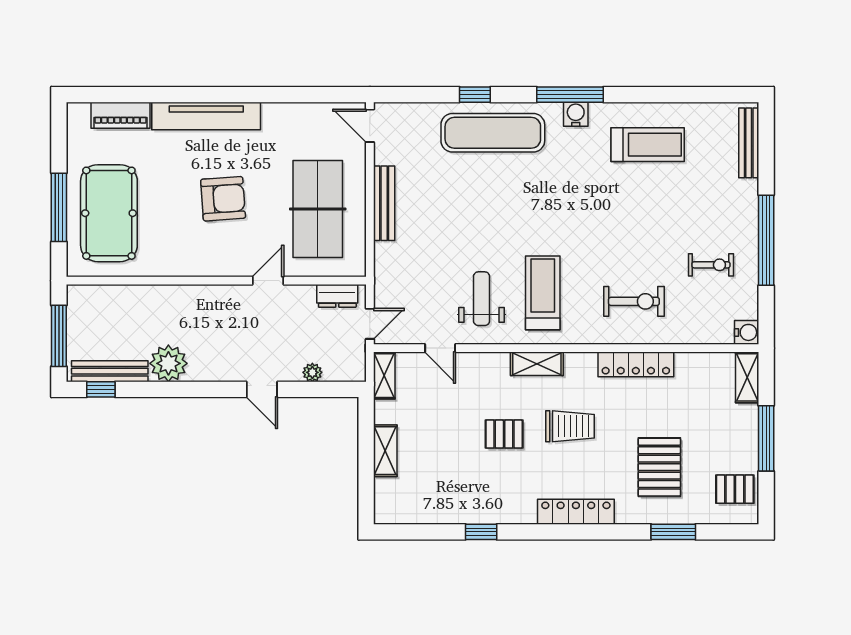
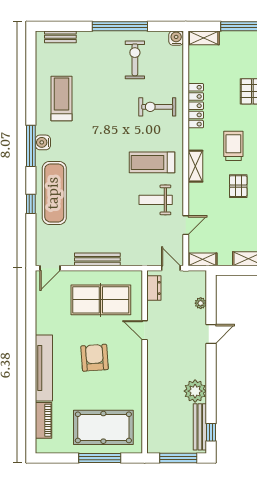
bench: (749, 143) -> (60, 37), width x0.73
exercise bike: (711, 265) -> (135, 60), width x1.38, depth x1.39
exercise bike: (634, 301) -> (157, 107), turned -90

